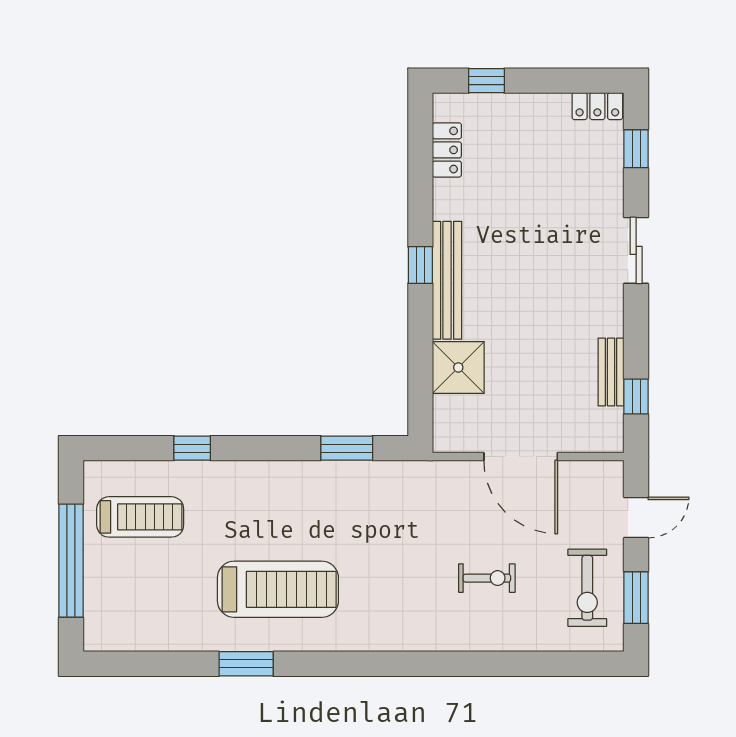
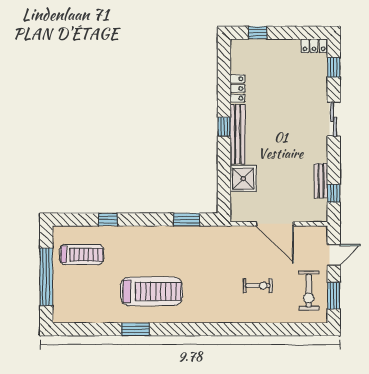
locker: (447, 150) -> (237, 88), moved

